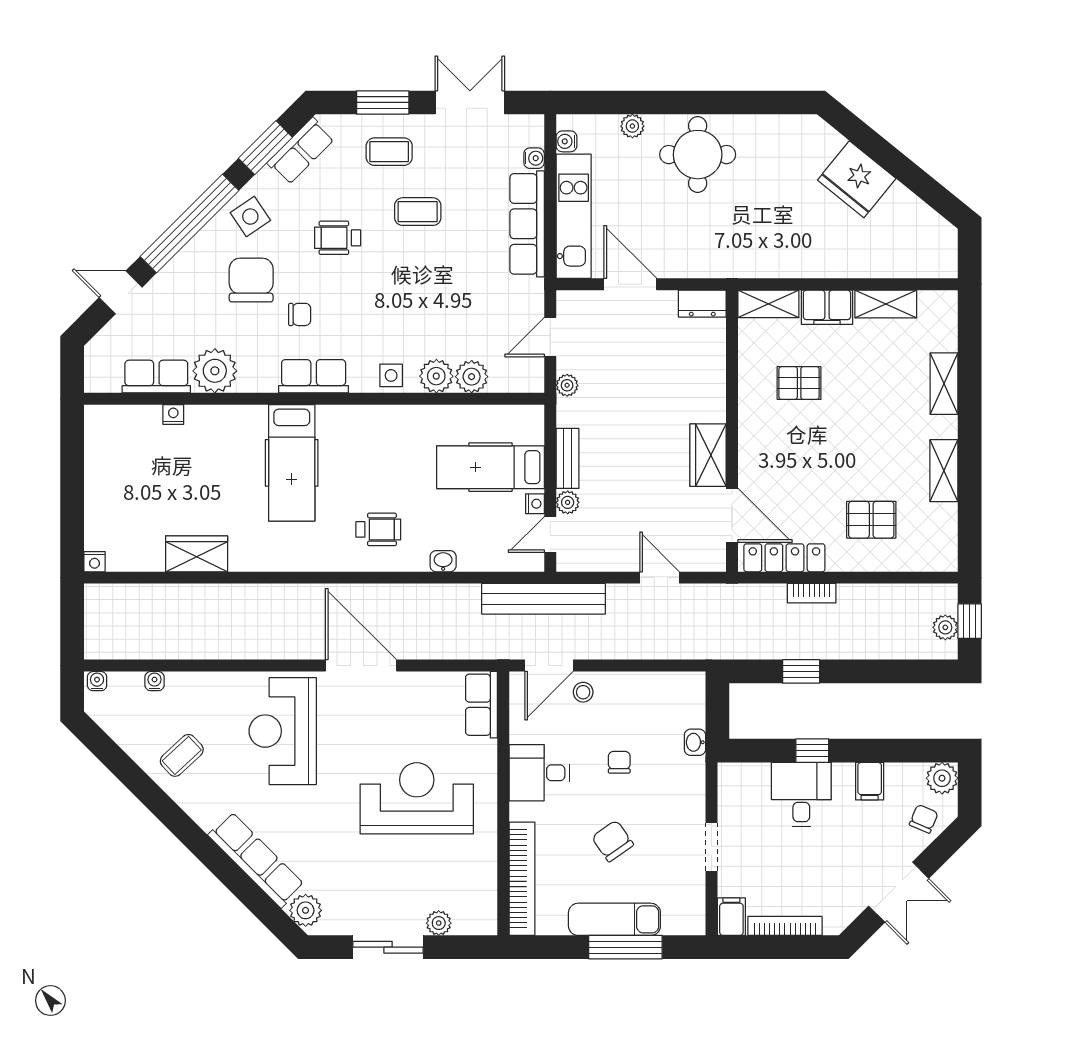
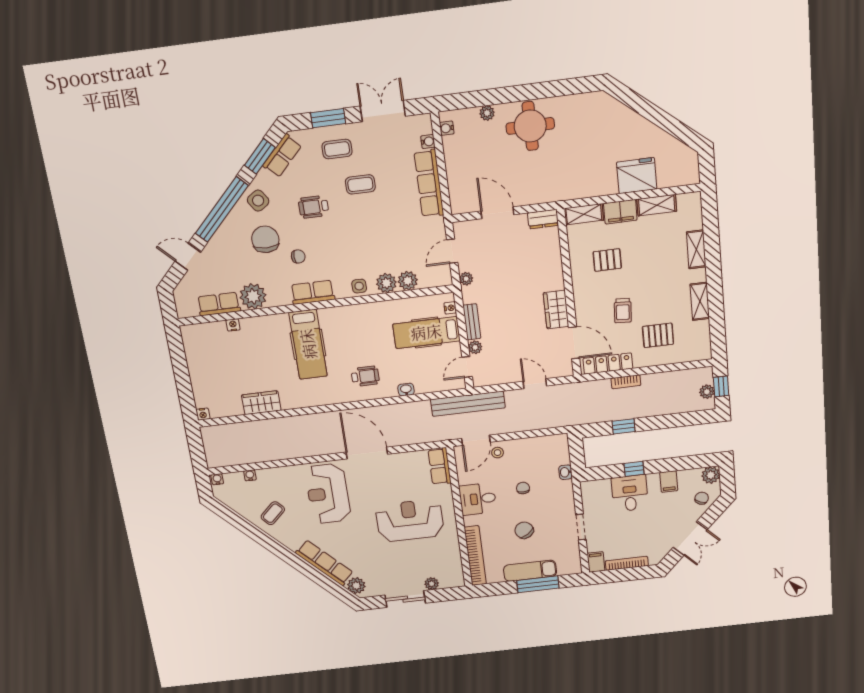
fridge: (857, 179) -> (637, 176), moved, turned 141
kitchen unit: (574, 216) -> (457, 175), removed
trolley: (817, 470) -> (623, 311), added
nightstand: (535, 504) -> (450, 308), moved

